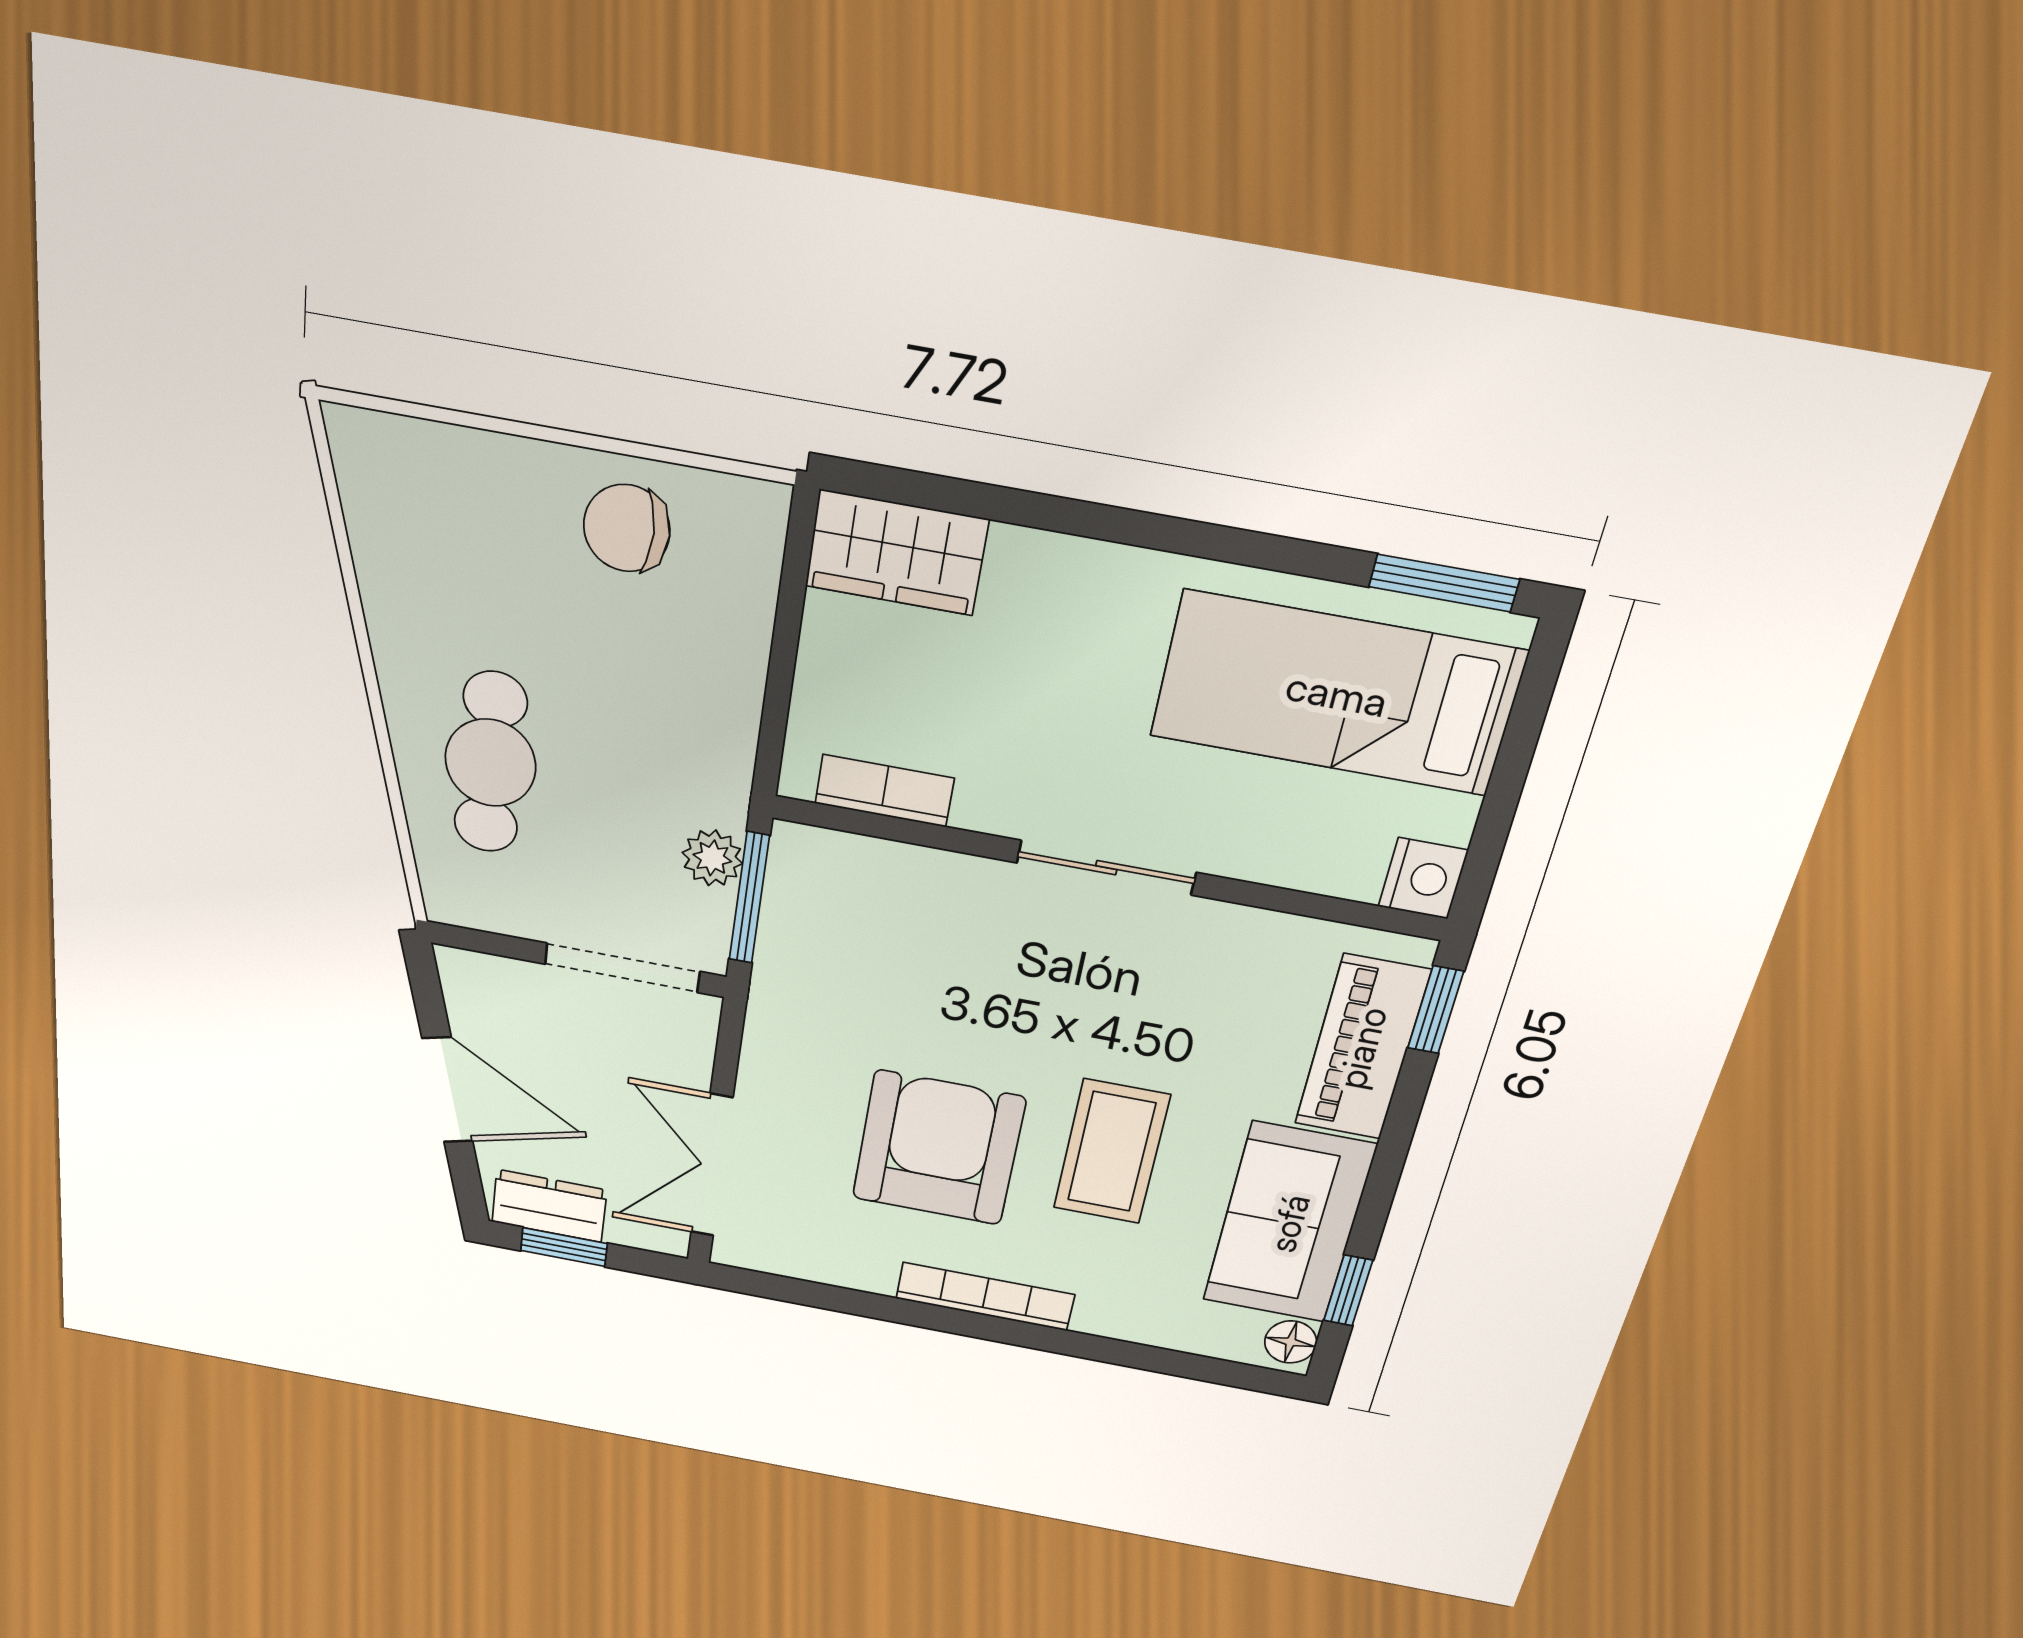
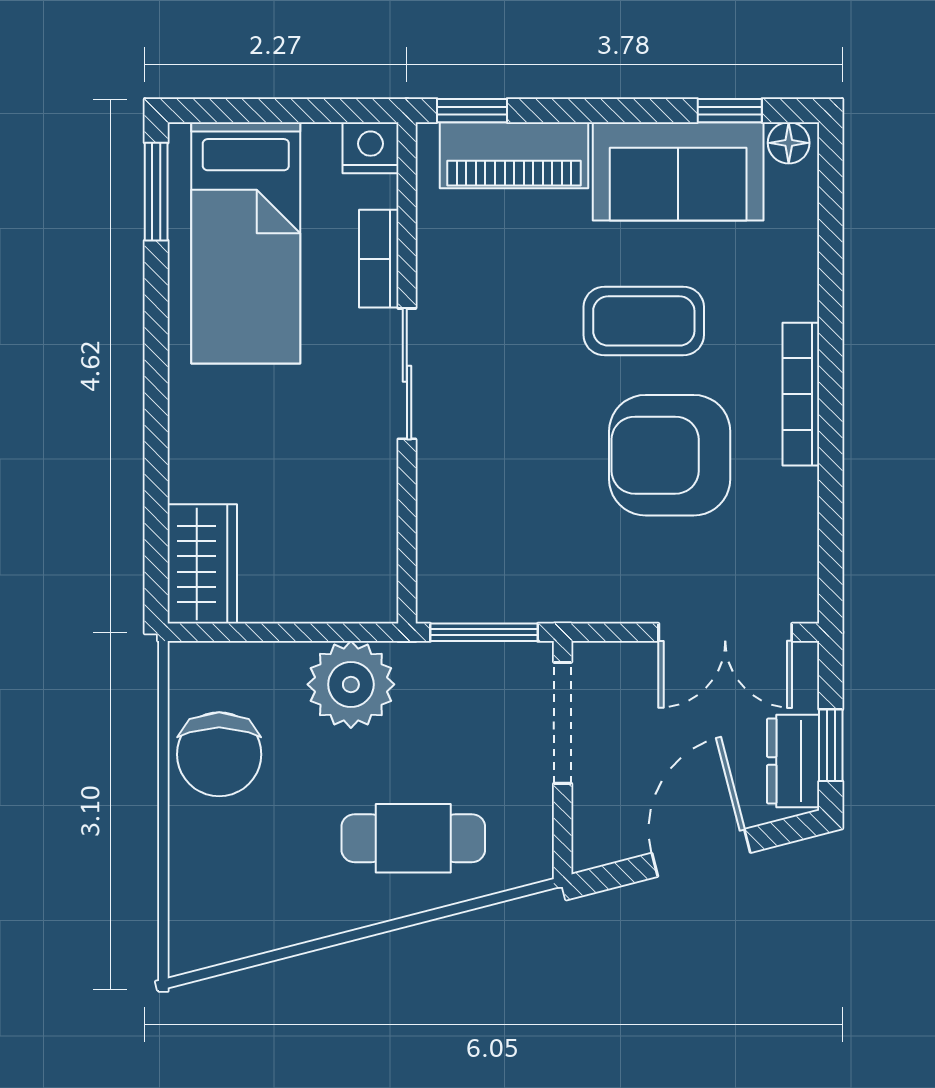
chair: (627, 528) -> (219, 754), width x1.37, depth x1.37
bookcase: (884, 791) -> (379, 259), moved
plant: (712, 858) -> (351, 684), moved, width x1.88, depth x1.88

